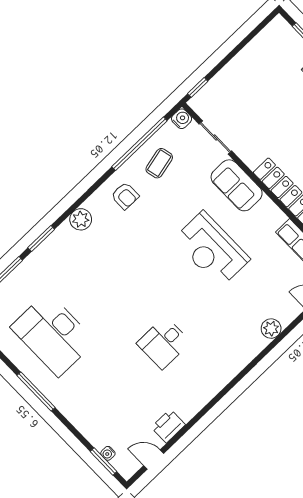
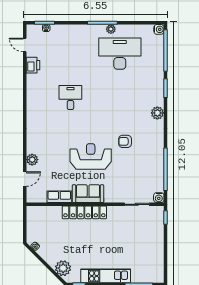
coffee table: (159, 163) -> (149, 170), removed
sofa: (237, 185) -> (88, 194), moved
armchair: (125, 196) -> (125, 141), moved
plant: (271, 329) -> (32, 160), moved
plant: (34, 374) -> (111, 29), added
door: (154, 459) -> (25, 45), swing flipped

